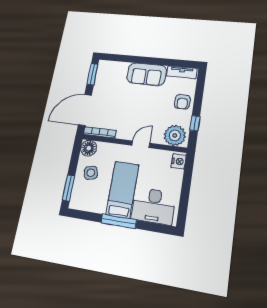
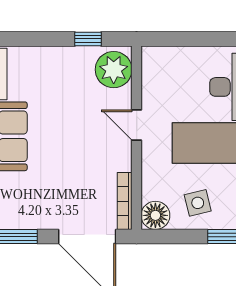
armchair: (182, 102) -> (52, 65), removed
nightstand: (179, 161) -> (157, 57), removed

